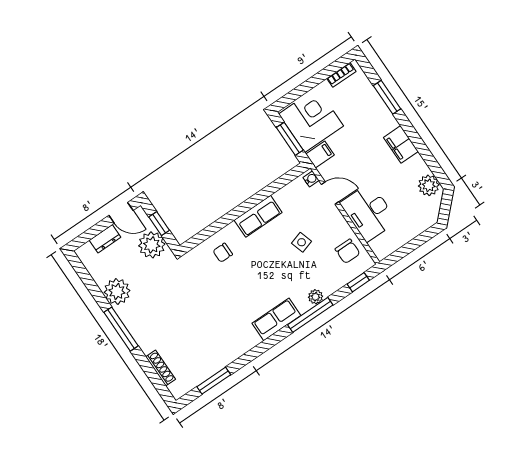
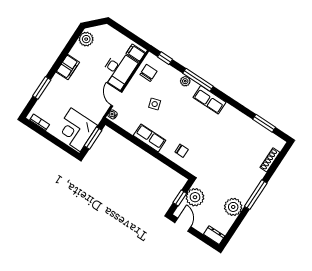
filing cabinet: (320, 155) -> (136, 53), moved
dresser: (105, 239) -> (214, 235), moved

